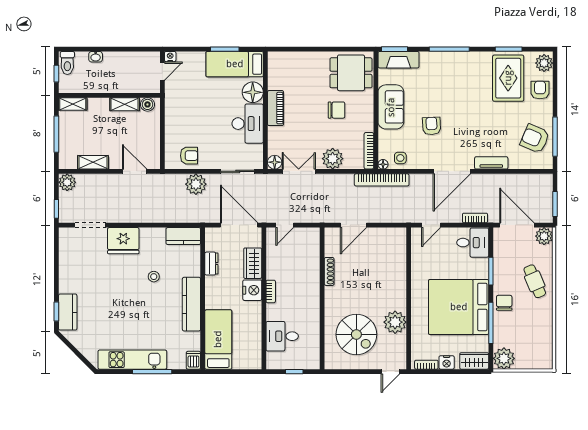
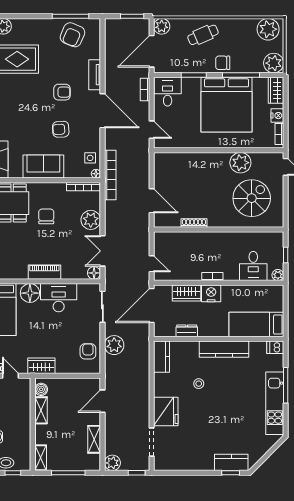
armchair: (540, 90) -> (62, 92), moved, turned 180
wardrobe: (173, 105) -> (41, 366), added
plant: (541, 352) -> (268, 29), added
plant: (272, 363) -> (278, 275), added

